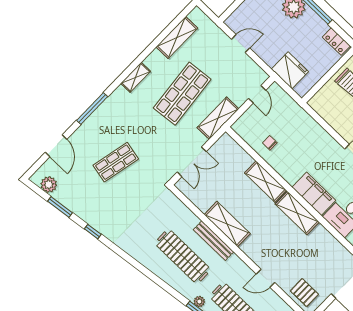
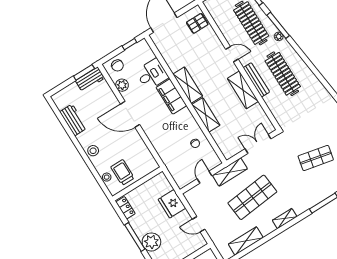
fridge: (290, 70) -> (172, 204), moved
door: (257, 94) -> (204, 177), moved
door: (266, 278) -> (232, 54), moved
pallet: (304, 293) -> (197, 23), turned 90

